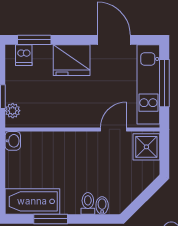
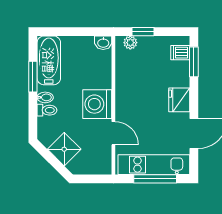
fridge: (72, 60) -> (179, 100), width x0.73, depth x0.75
washing machine: (81, 147) -> (97, 104), added
shower: (146, 147) -> (64, 149), moved, turned 45
bidet: (102, 205) -> (45, 97), moved

